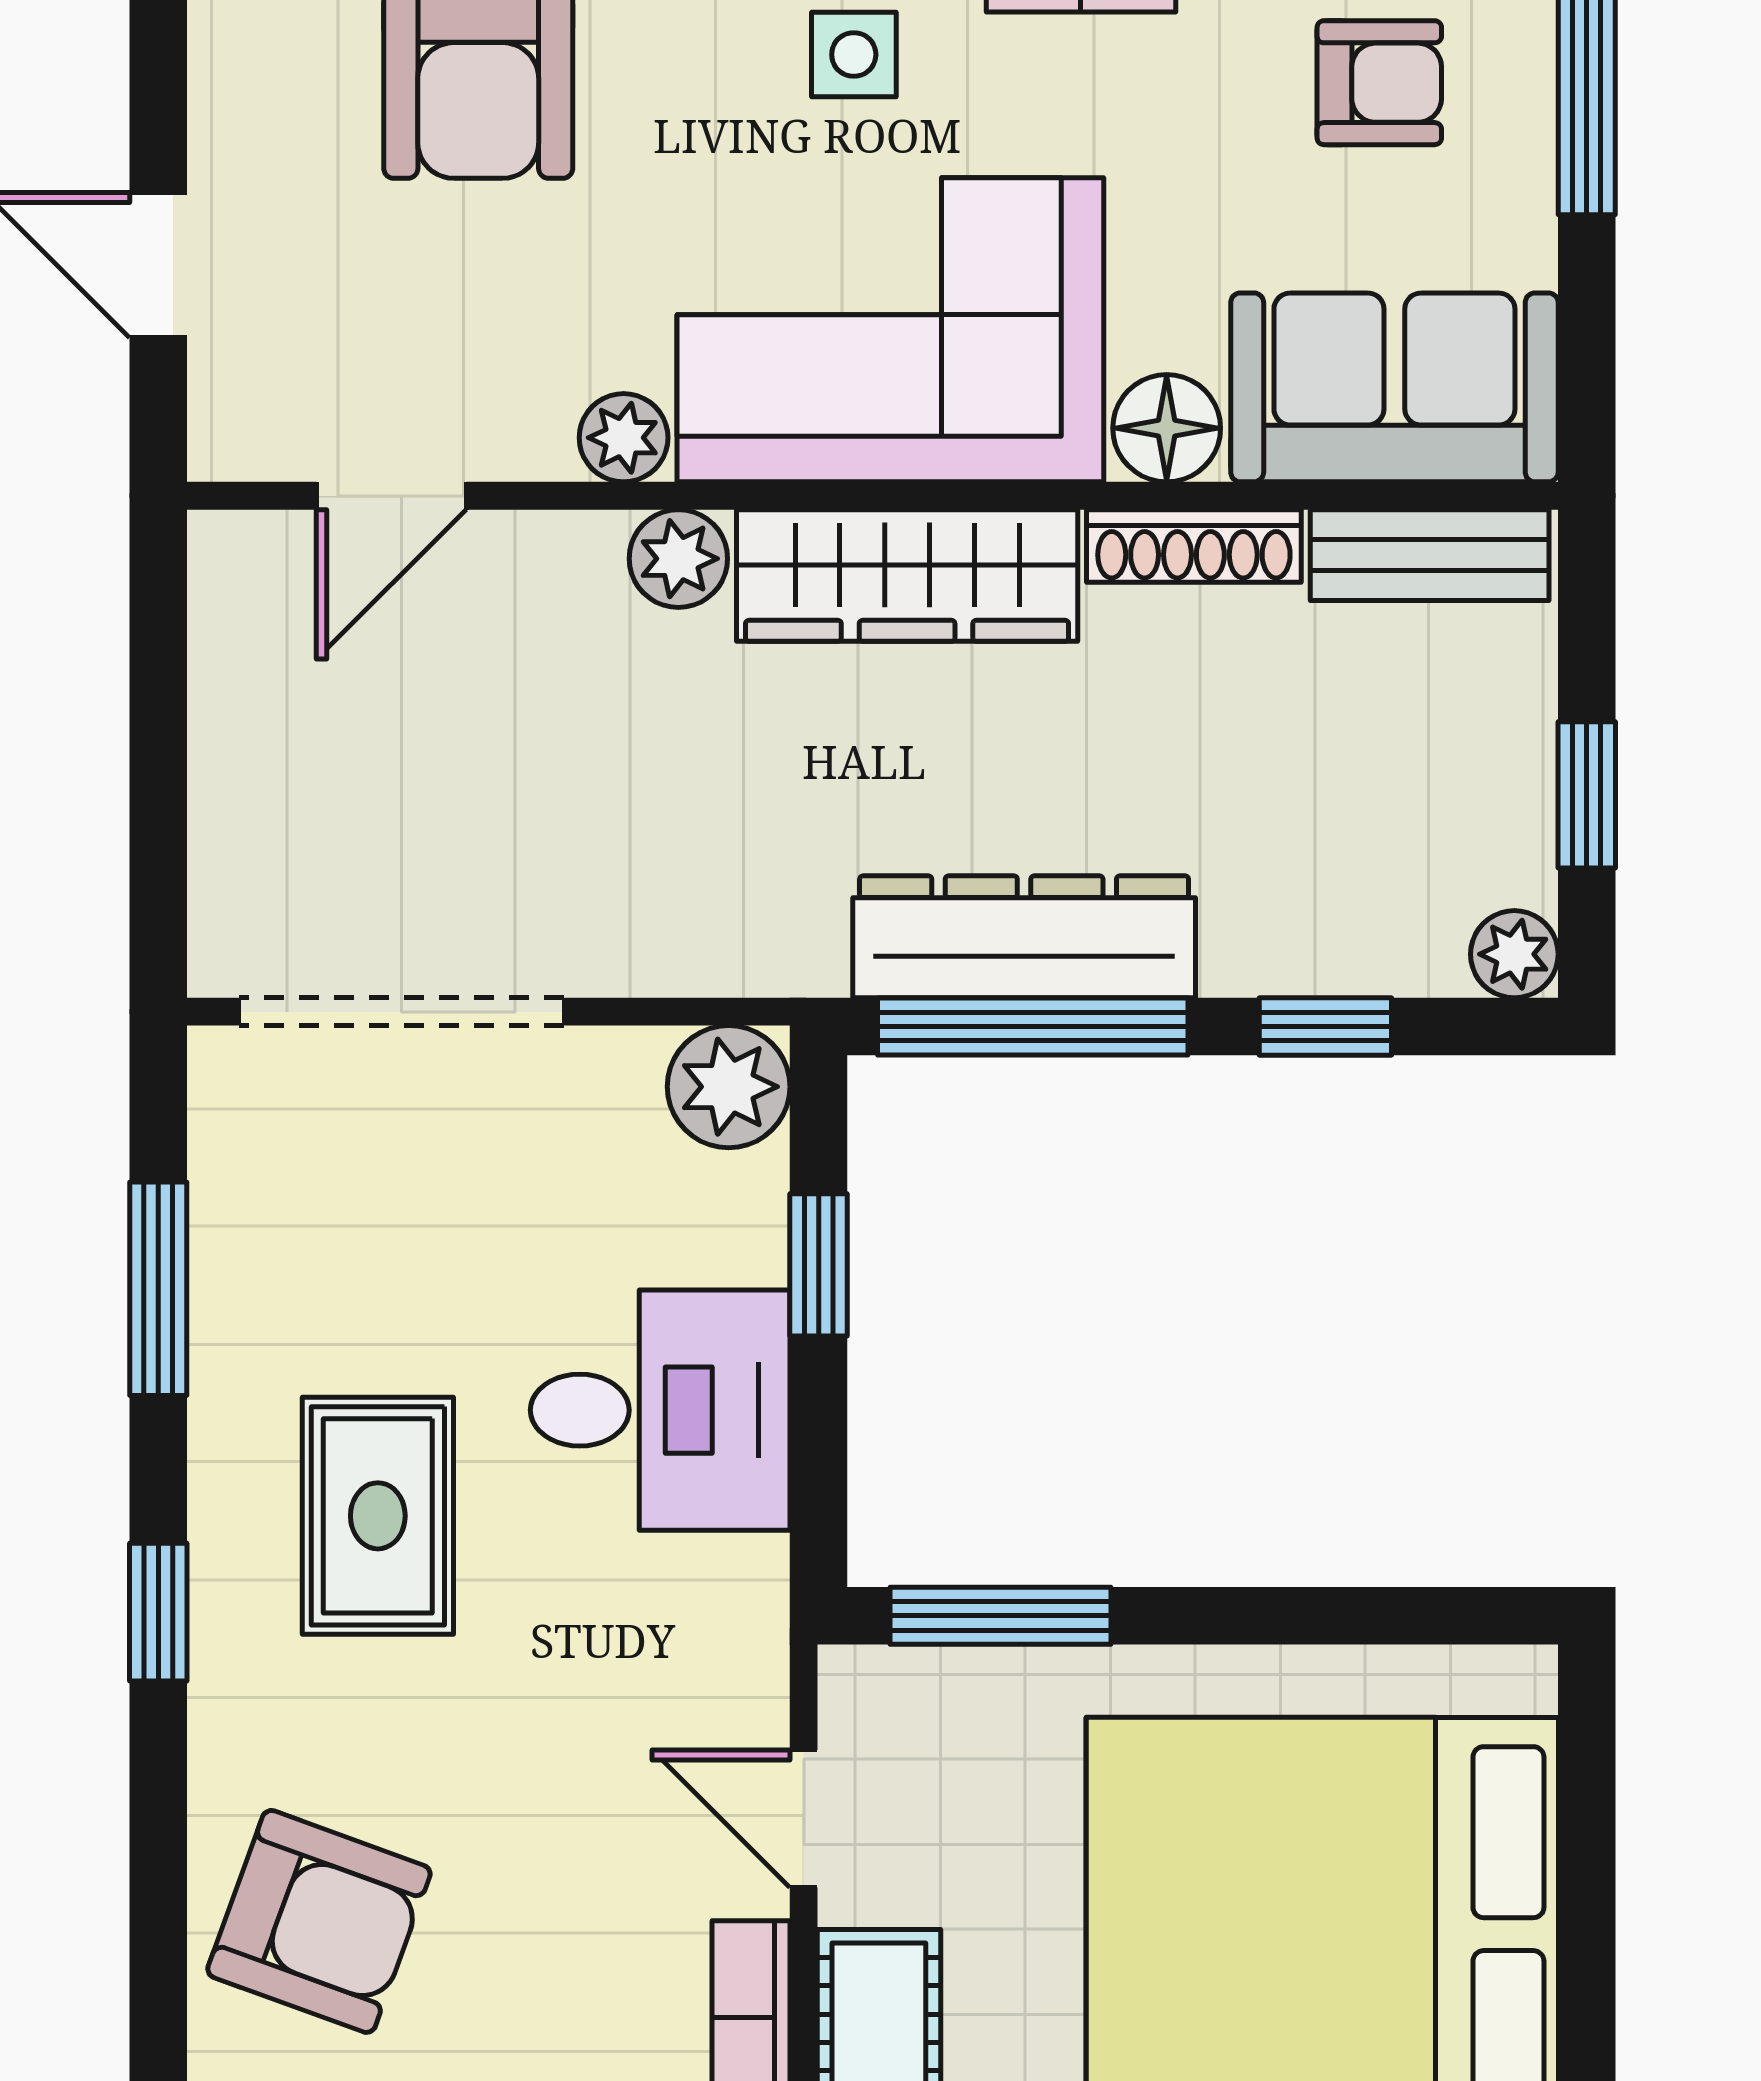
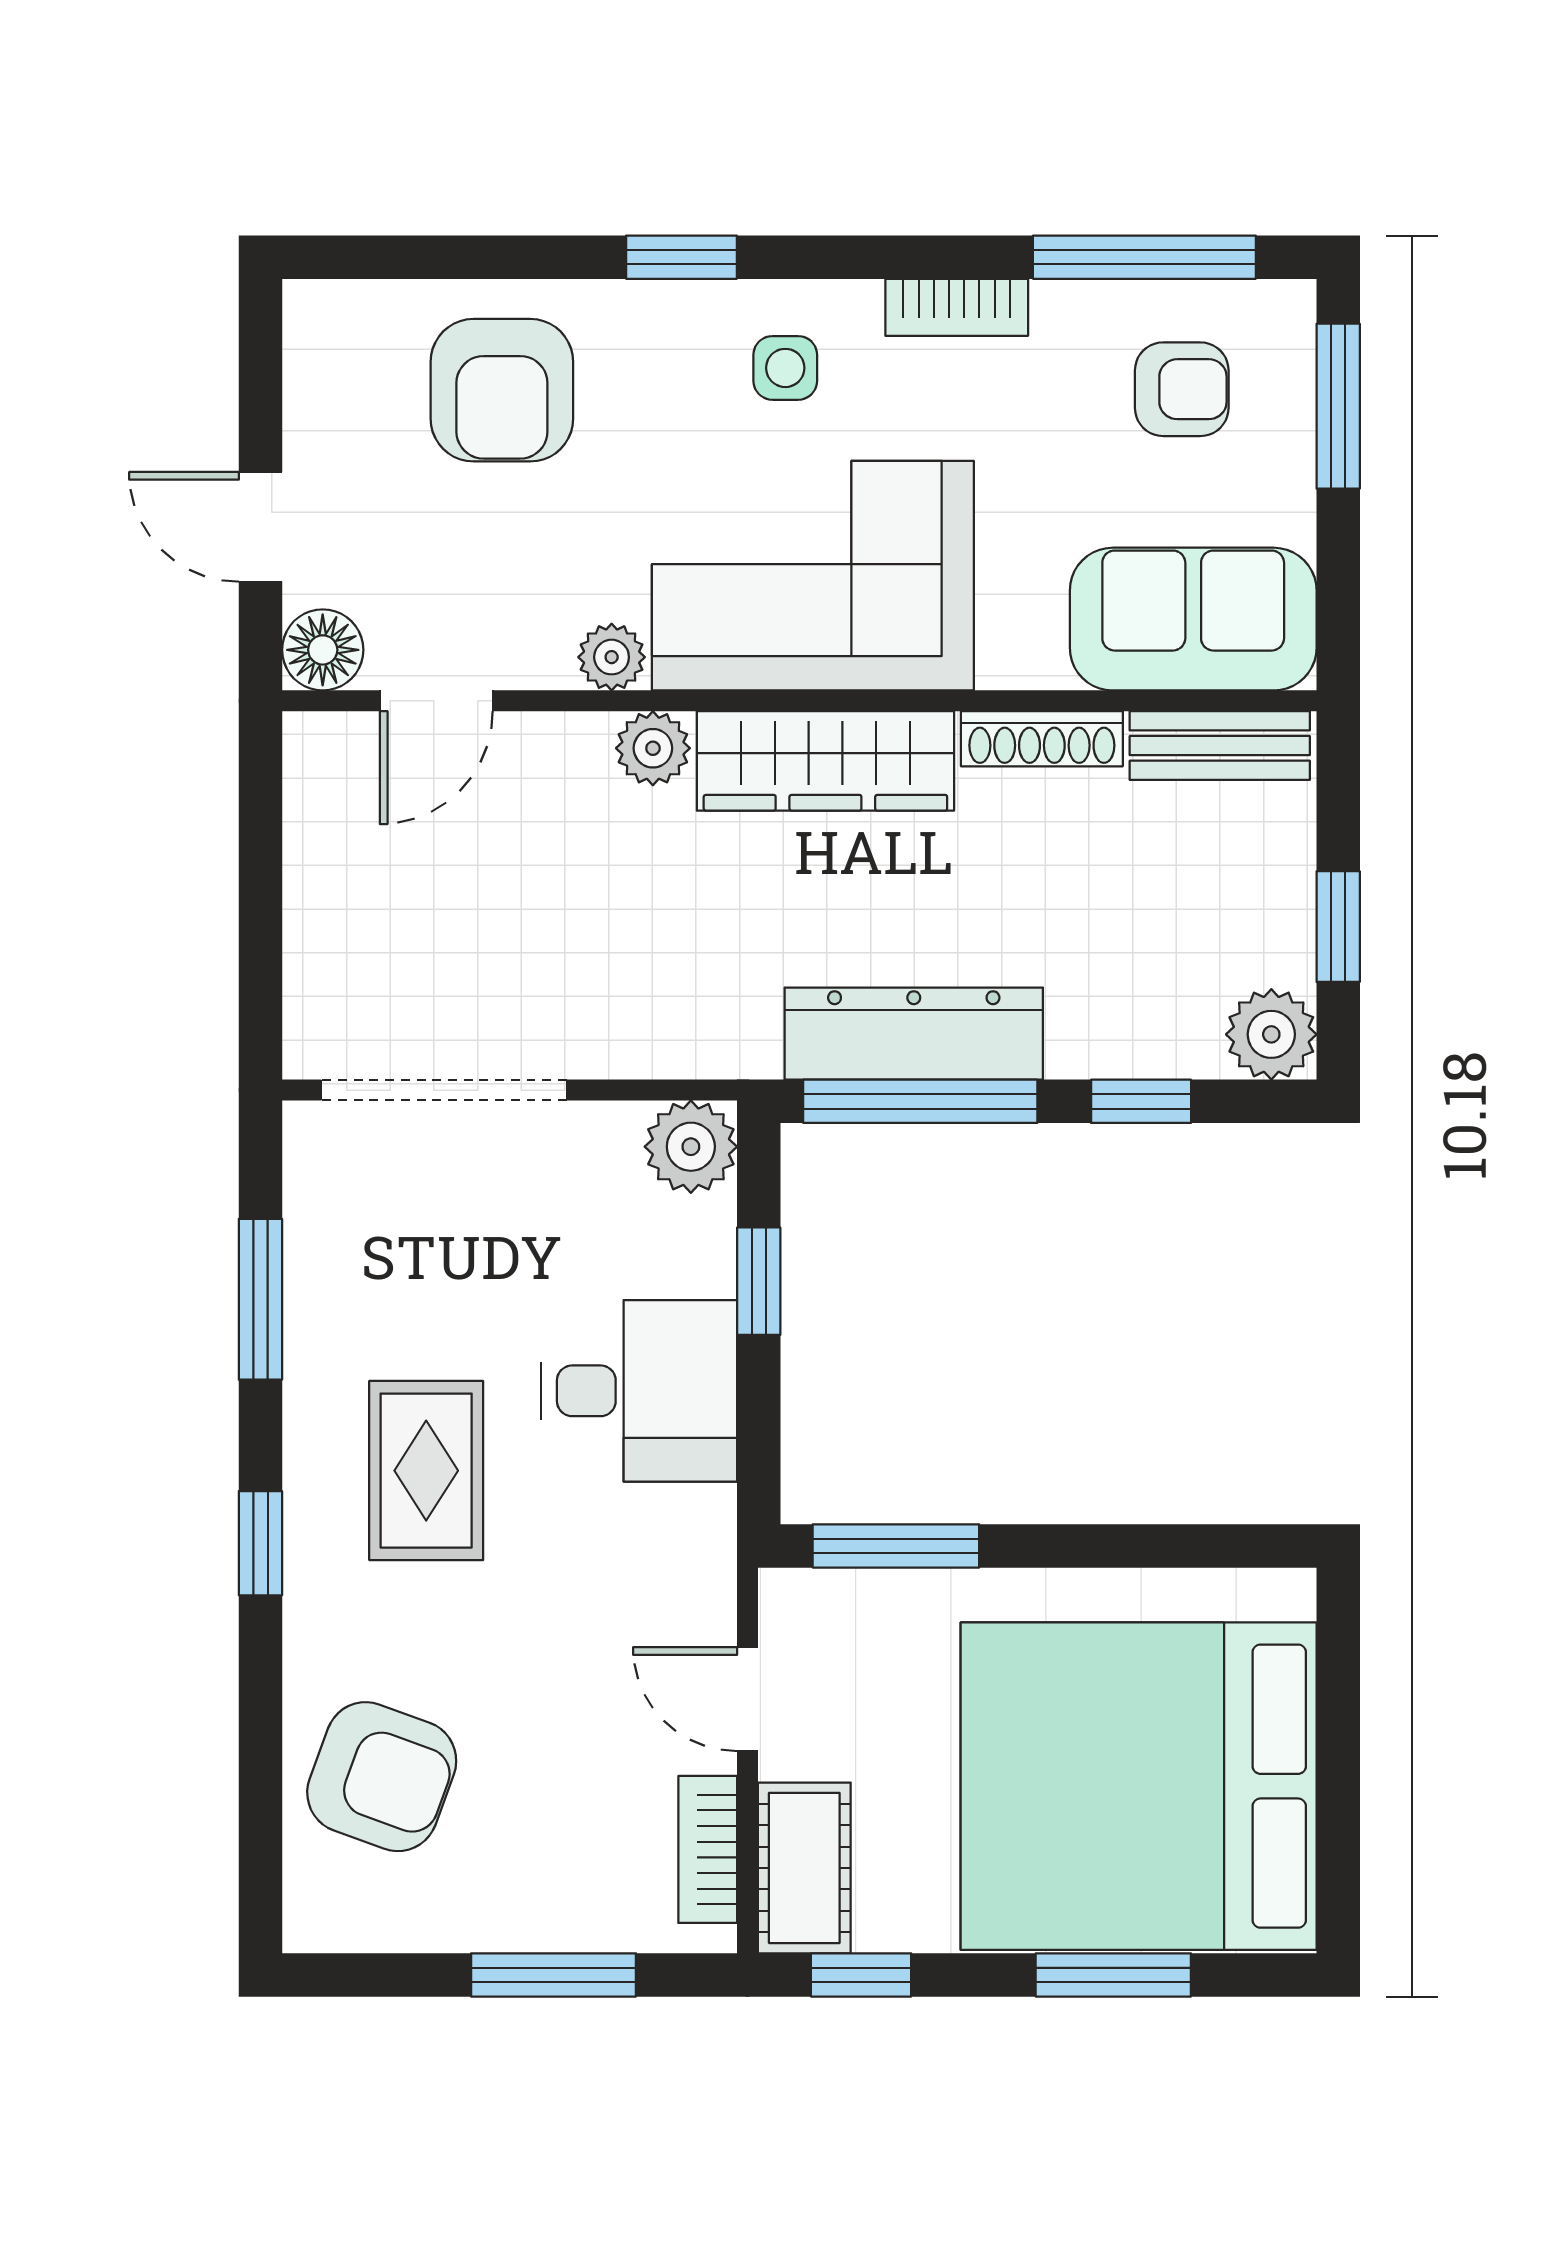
floor lamp: (1167, 428) -> (323, 650), moved
plant: (1514, 954) -> (1271, 1034), width x1.38, depth x1.38

